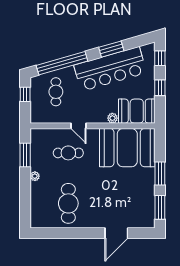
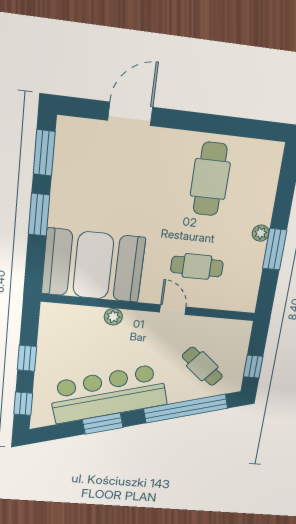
cafe table: (56, 92) -> (202, 366), turned -50
booth: (137, 111) -> (70, 324), removed
window: (25, 155) -> (275, 249), moved

